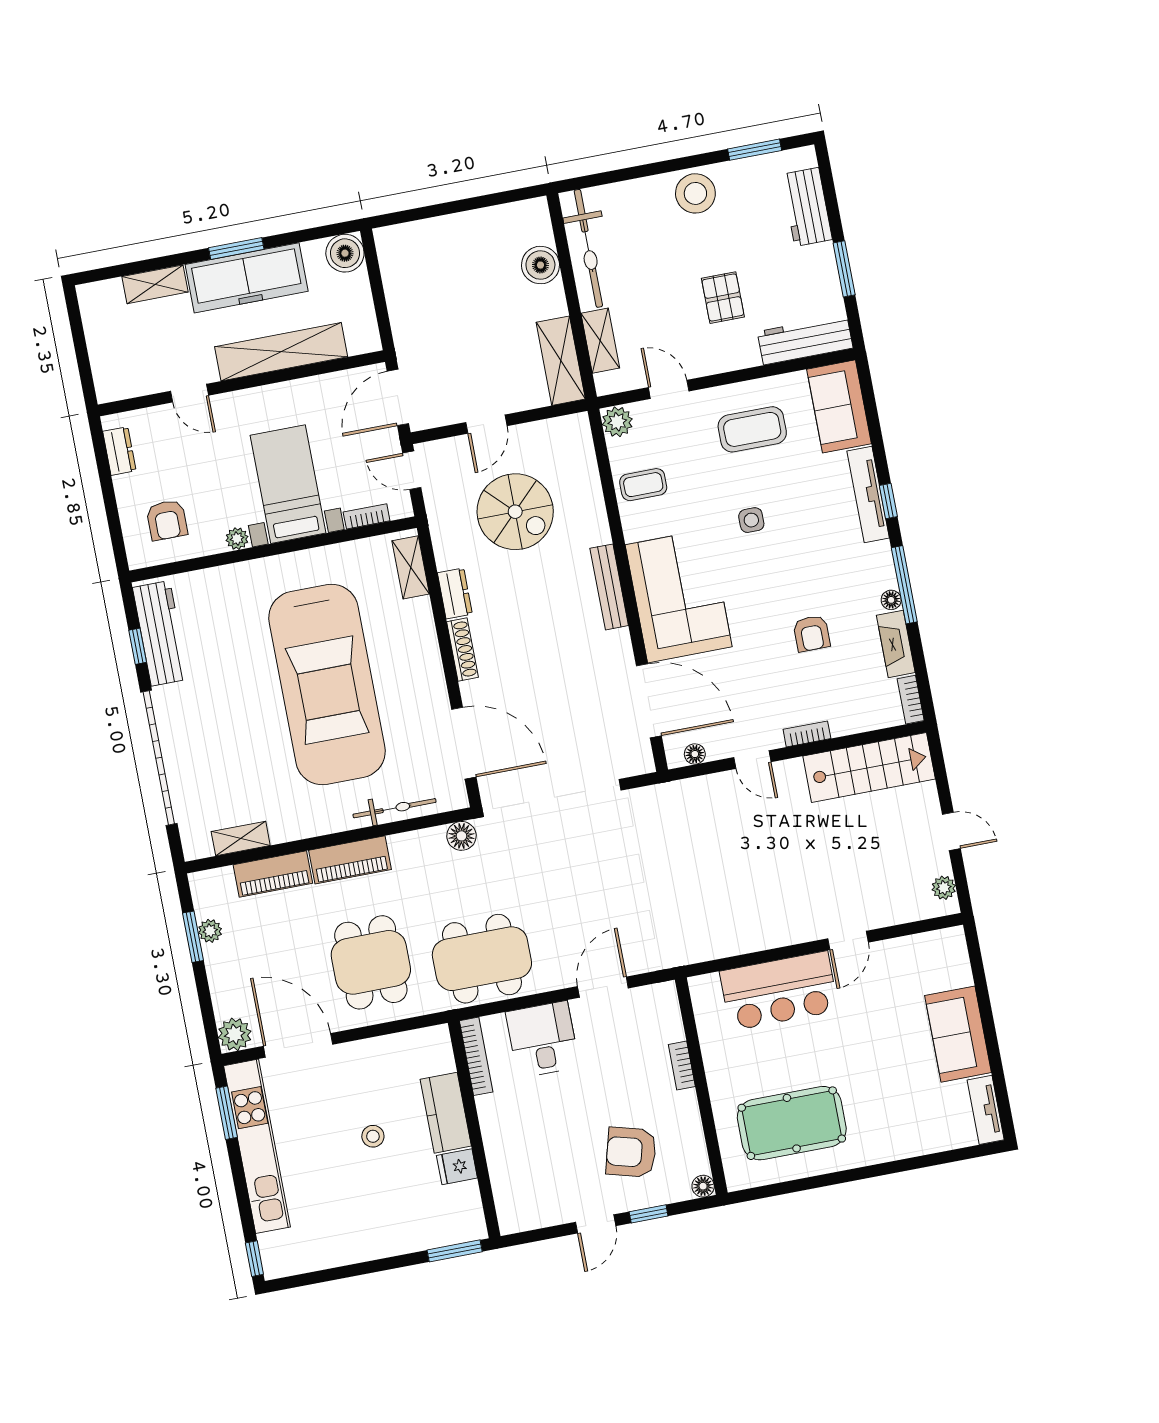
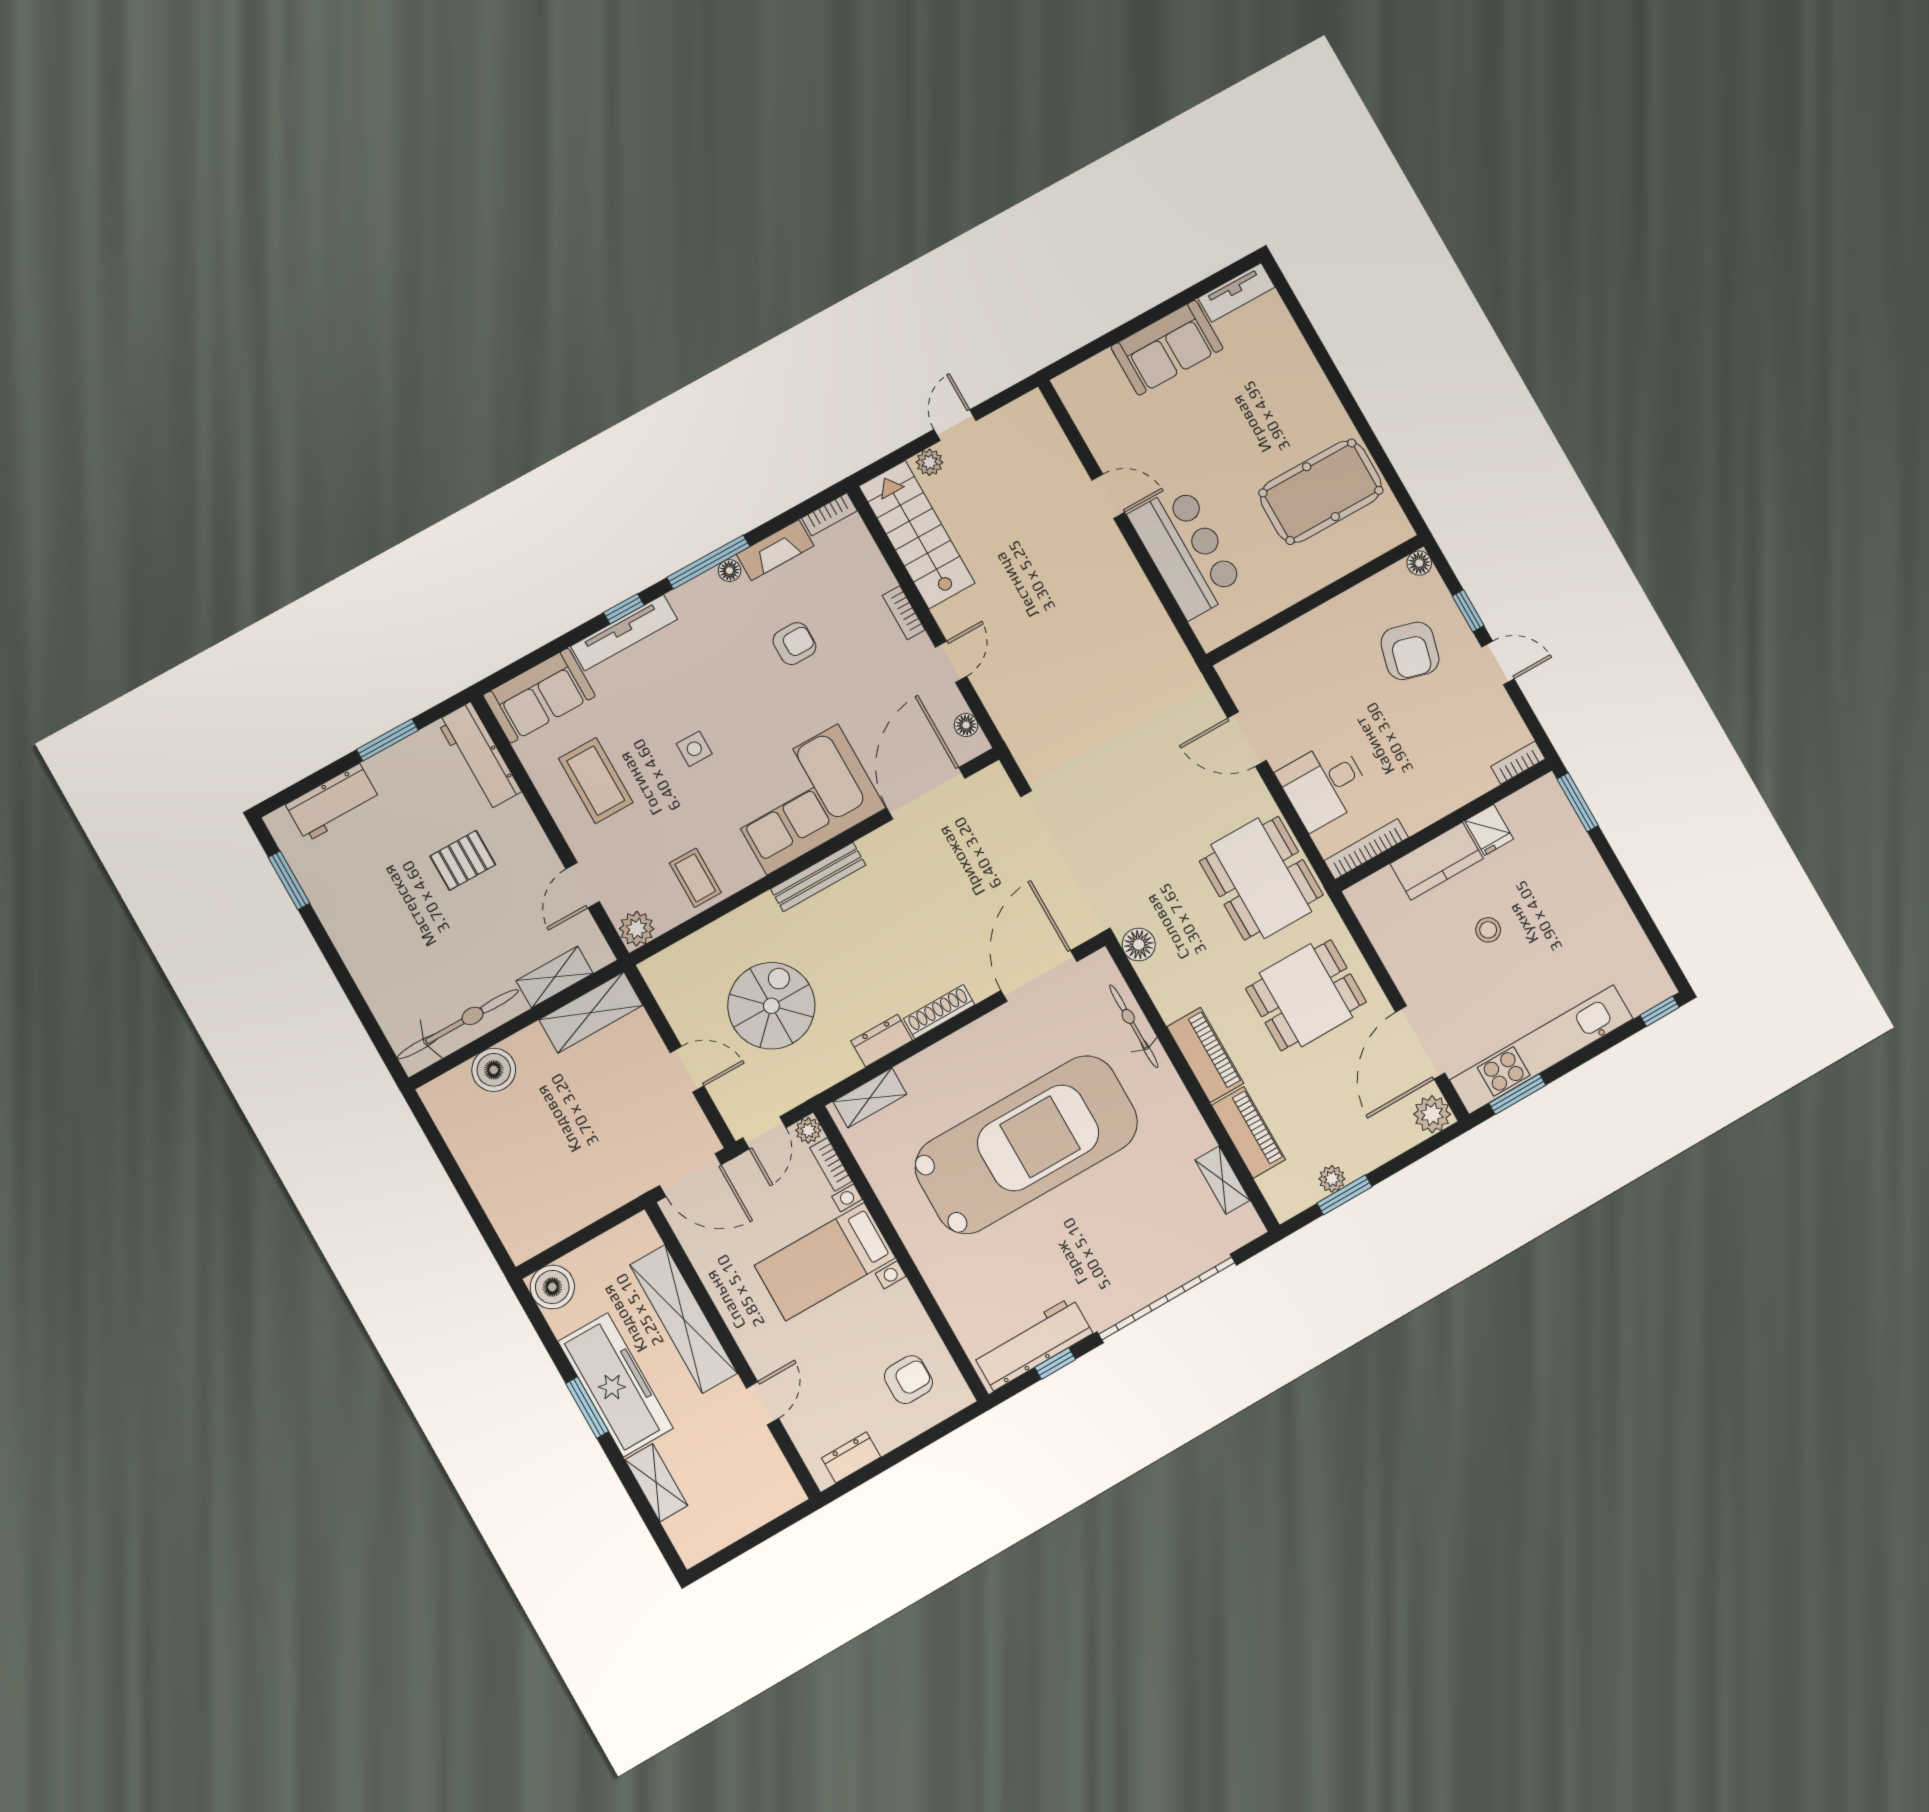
stool: (695, 193) -> (359, 928), removed
plant: (237, 539) -> (808, 1130), moved
plant: (944, 888) -> (929, 462), moved
bookcase: (682, 1065) -> (1518, 763), moved, turned 180
pool table: (792, 1123) -> (1321, 492), turned 90

